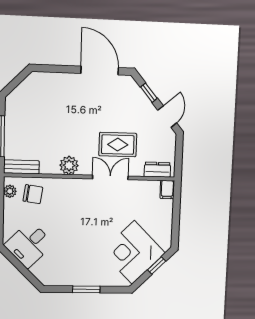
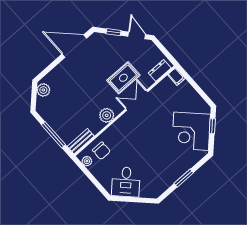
plant: (31, 84) -> (43, 90), added
chair: (33, 194) -> (101, 151), turned 82

